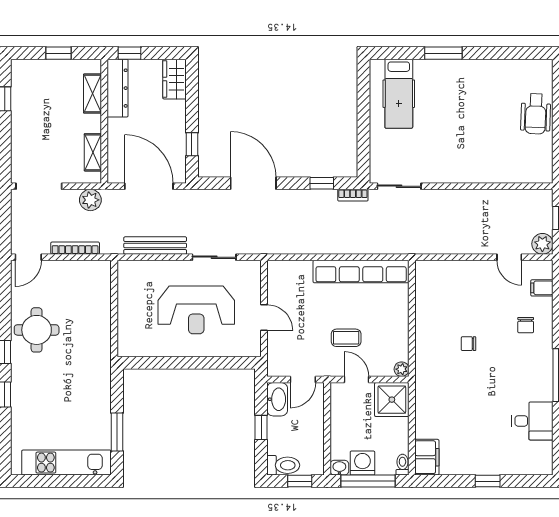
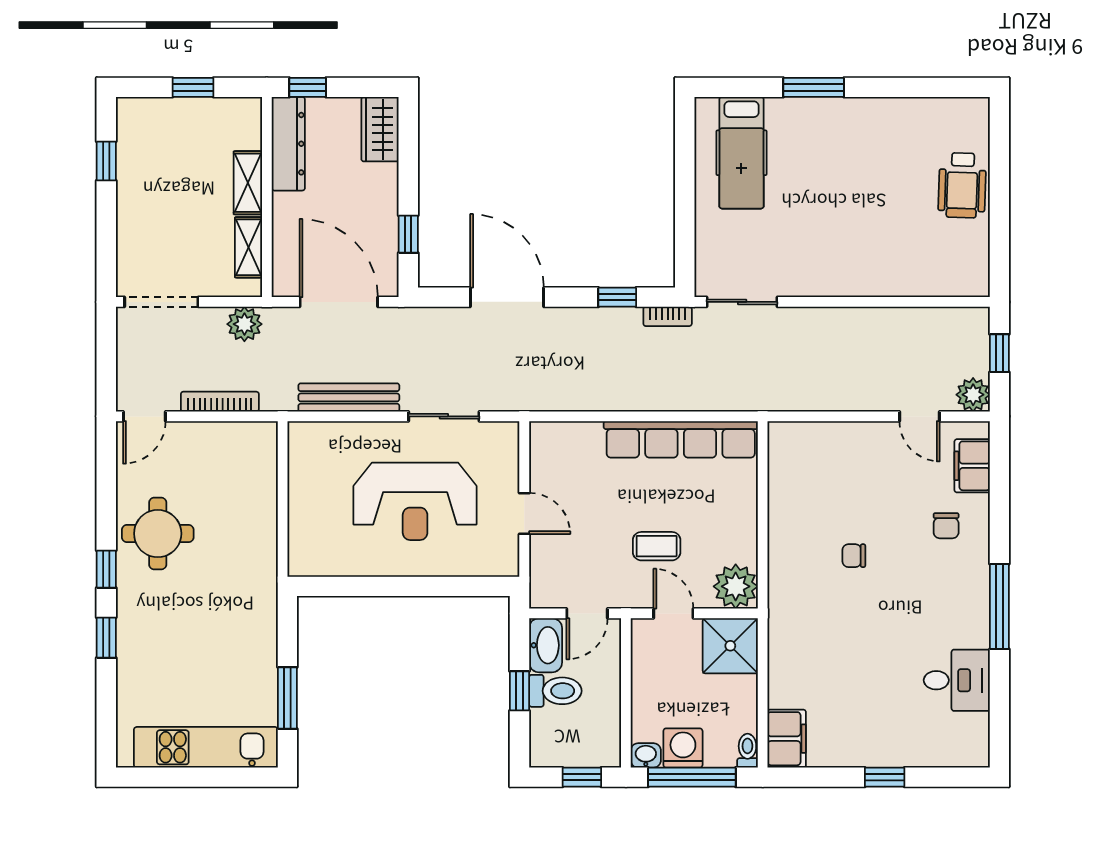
shelving: (92, 94) -> (248, 183), moved
filing cabinet: (542, 288) -> (972, 466), width x2.00
plant: (402, 369) -> (736, 586), width x1.87, depth x1.87
toilet: (283, 465) -> (555, 691), moved

